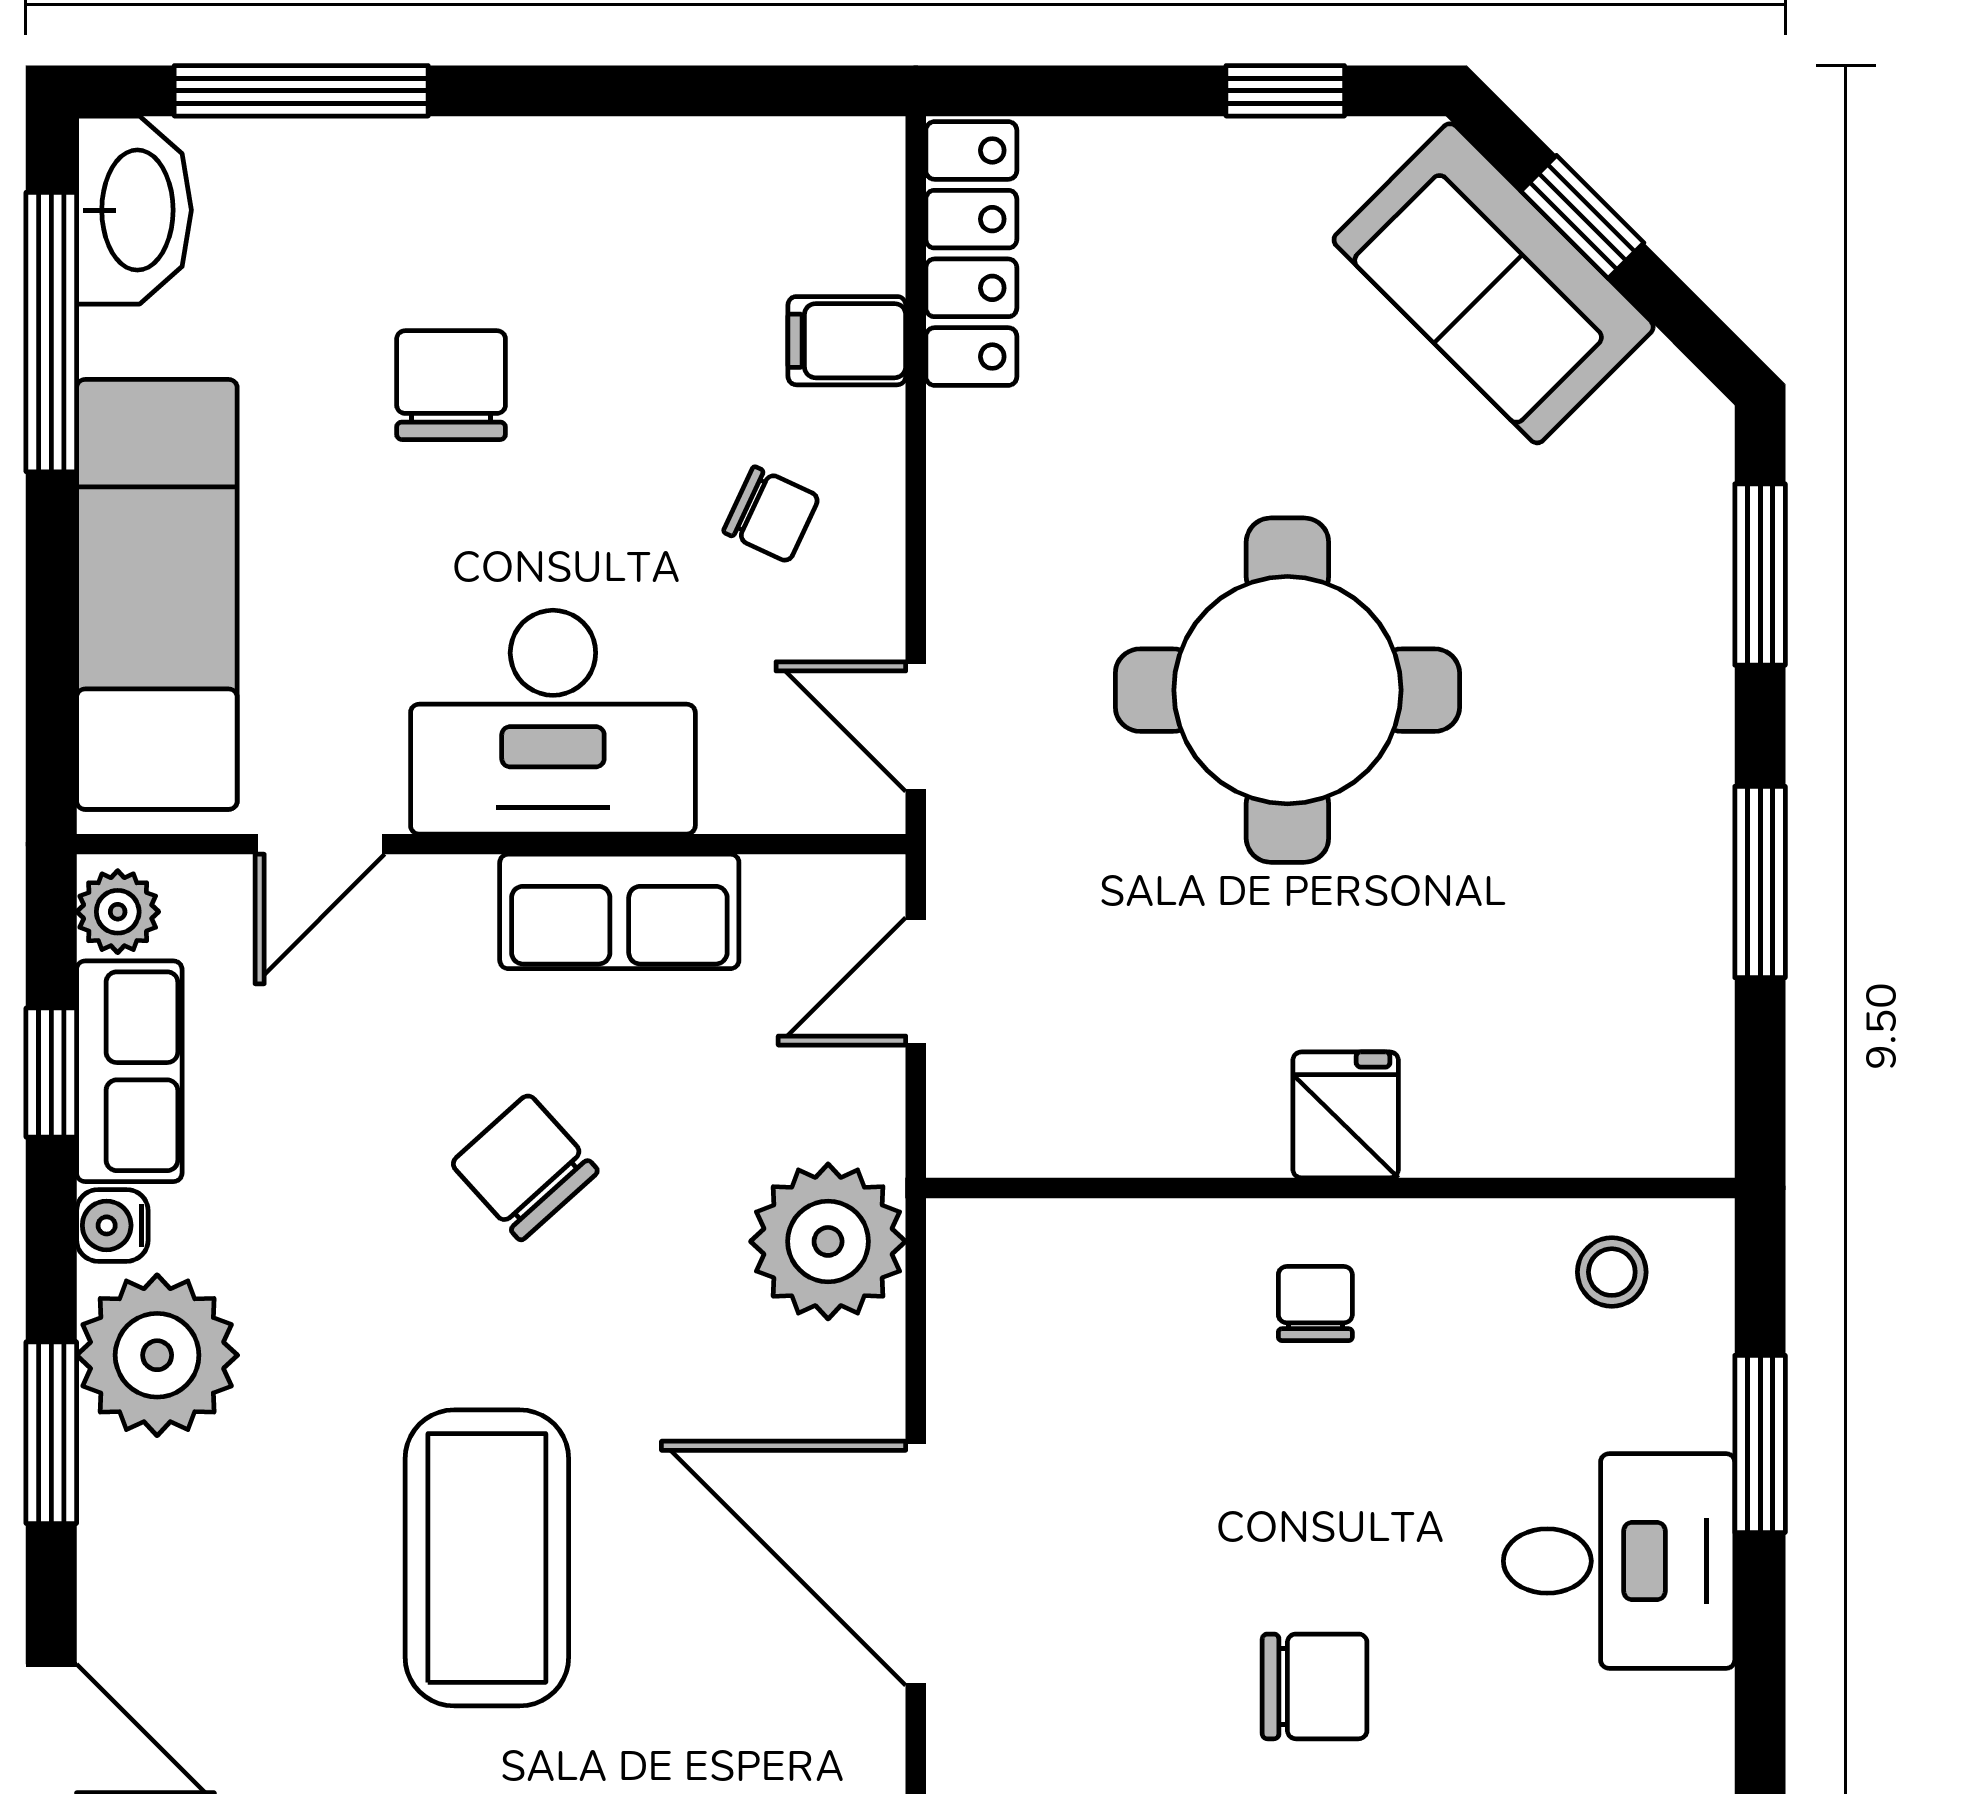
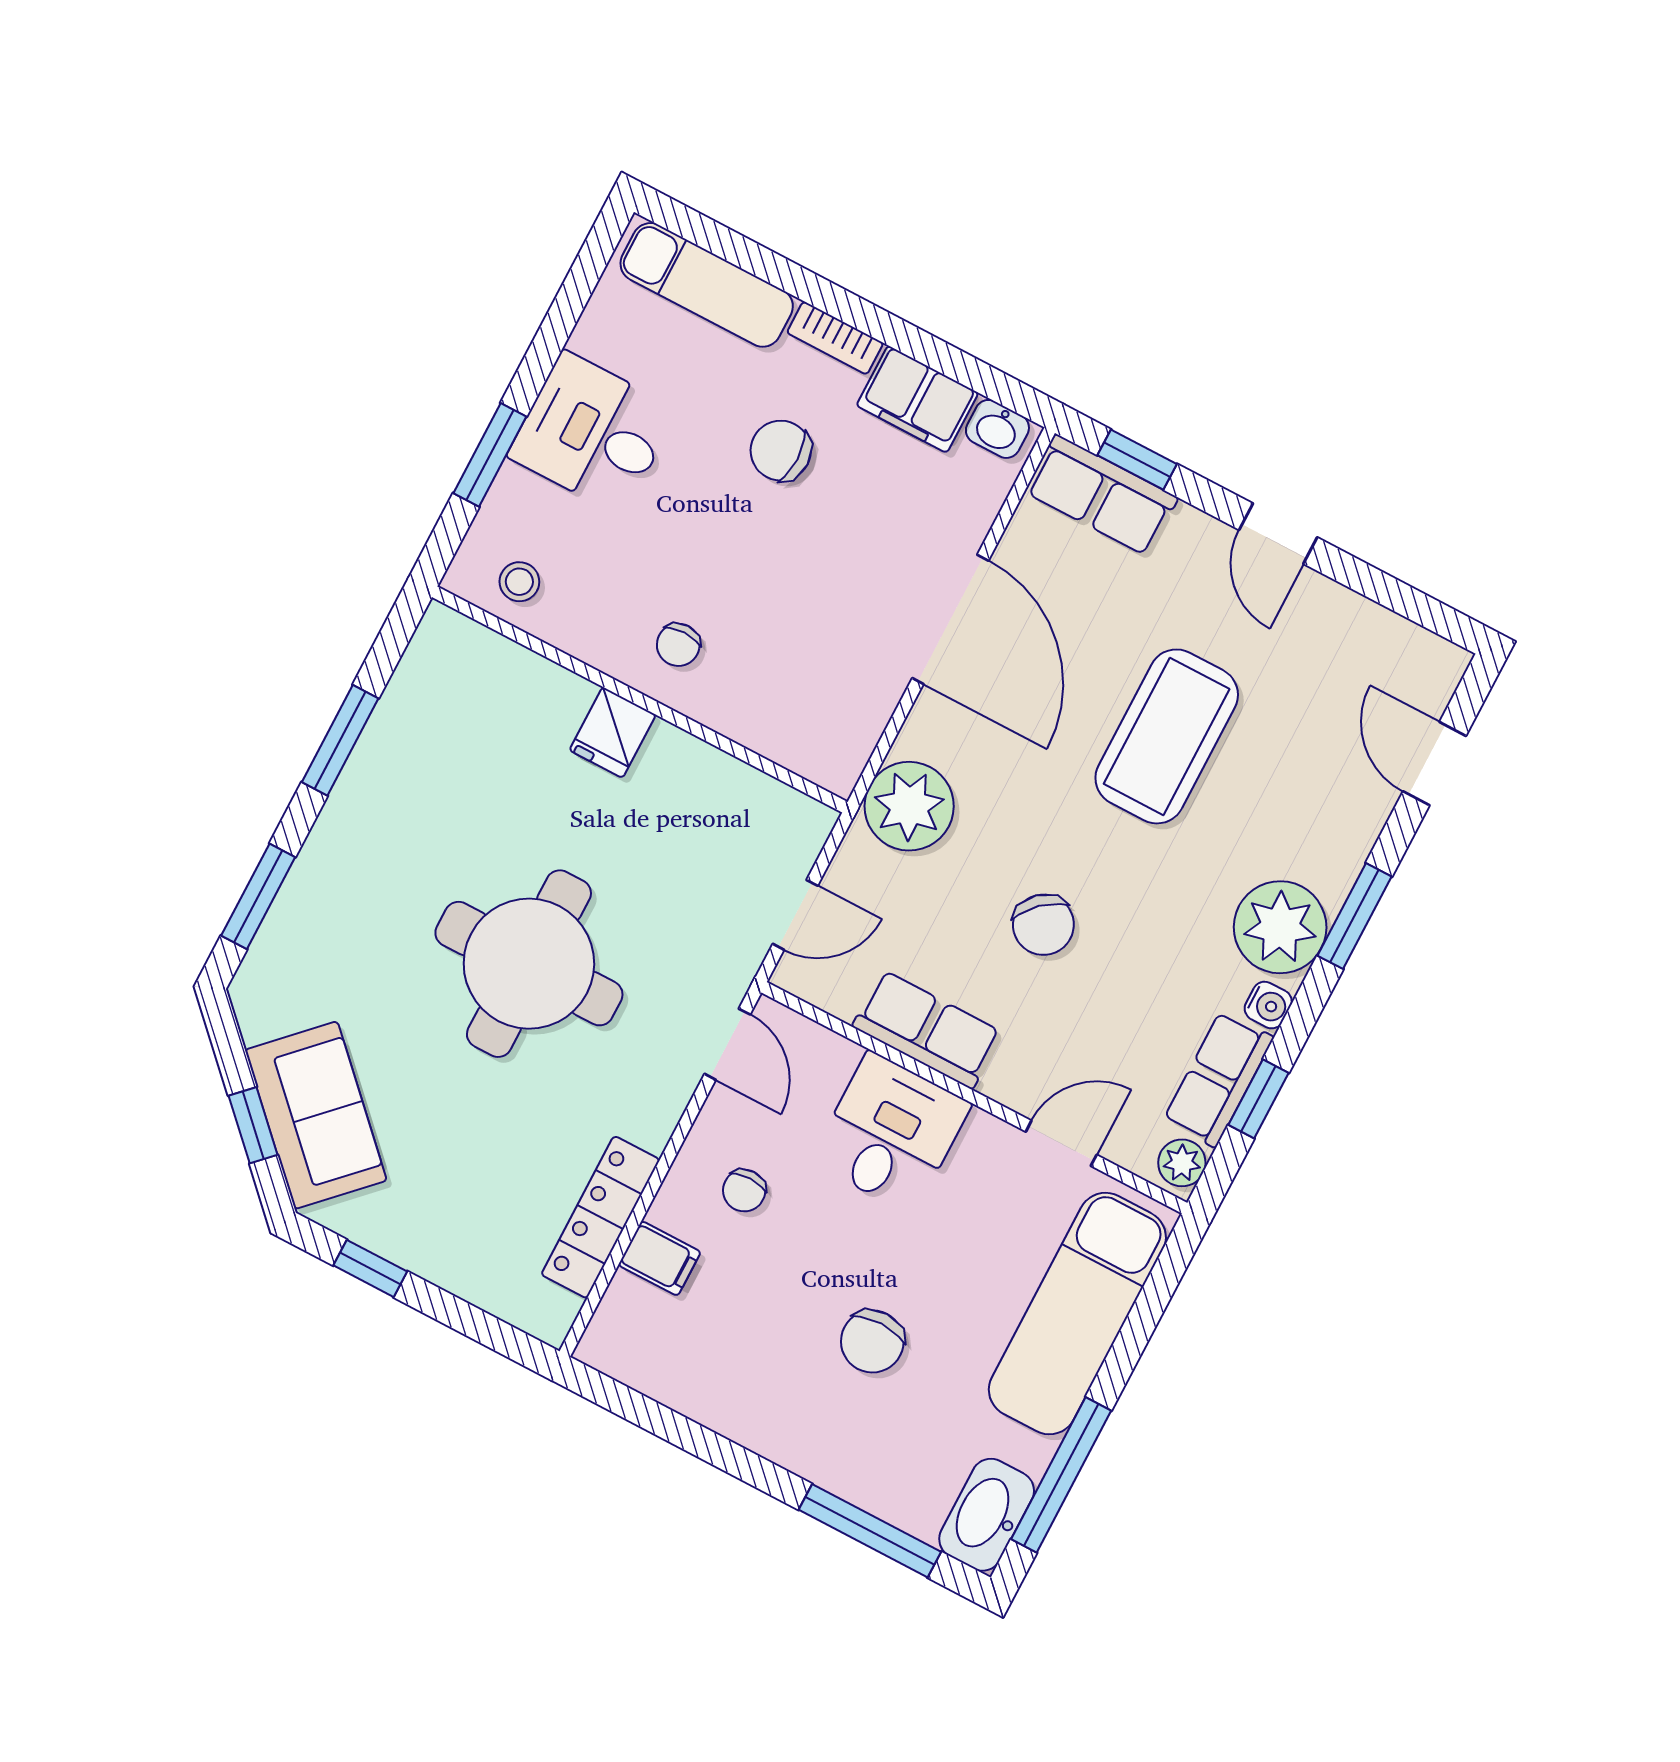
locker: (971, 253) -> (601, 1217), moved
chair: (771, 514) -> (744, 1190), turned -115
desk: (553, 722) -> (891, 1133), width x0.73

